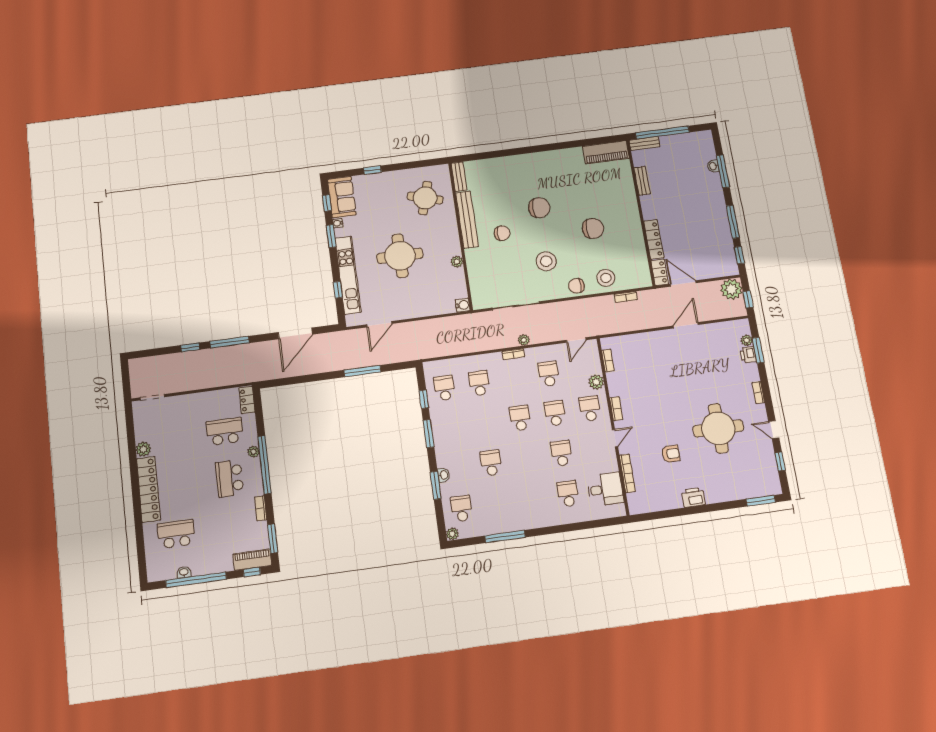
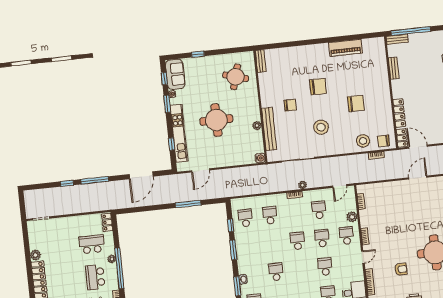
piano: (606, 152) -> (345, 48), moved
bench: (467, 220) -> (269, 129), moved
chair: (576, 286) -> (383, 141), moved

